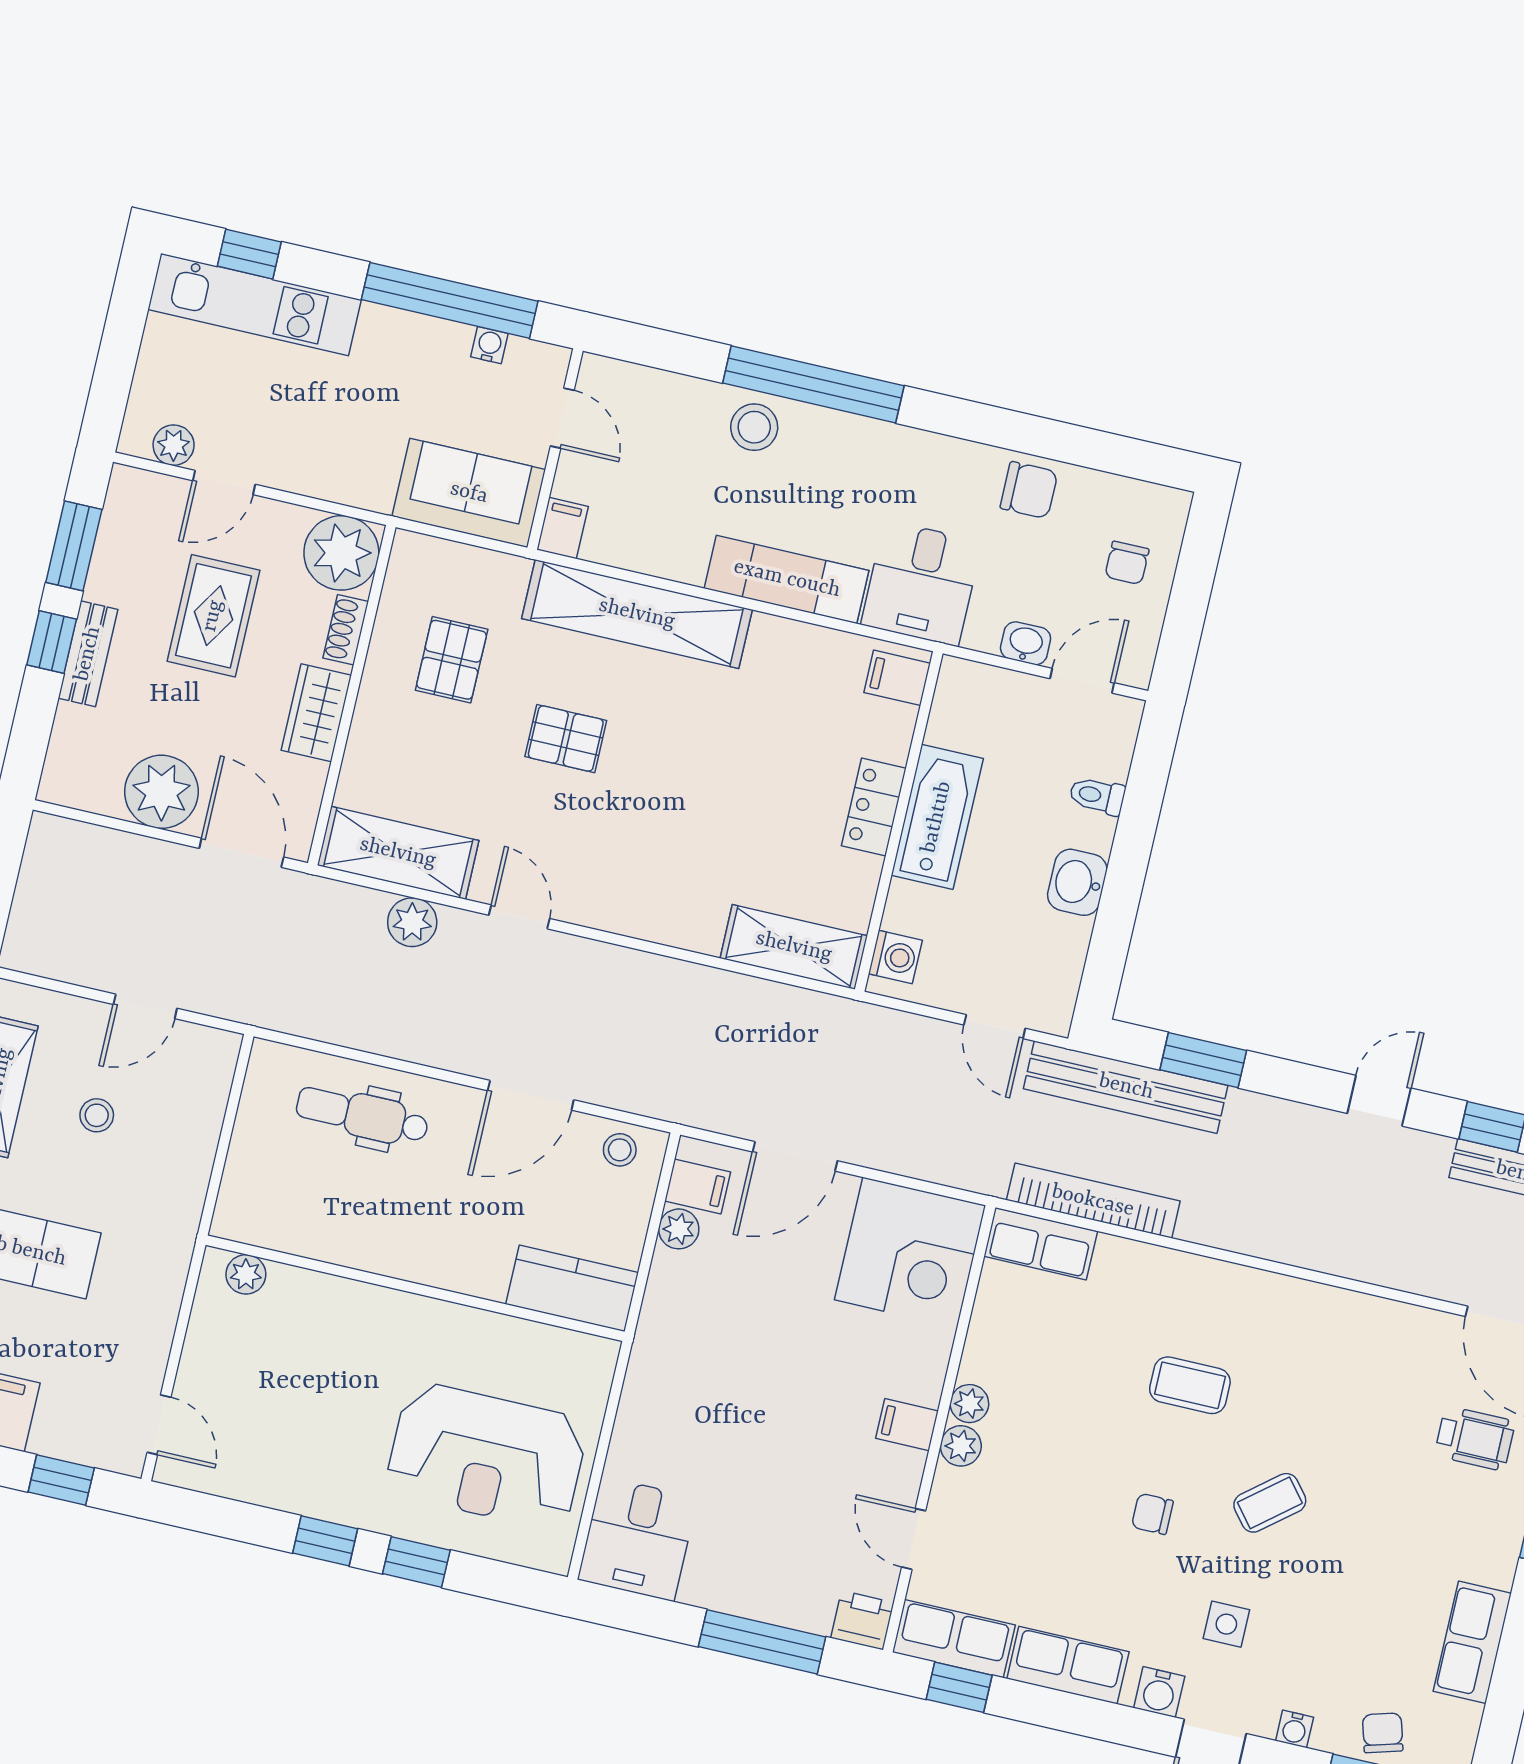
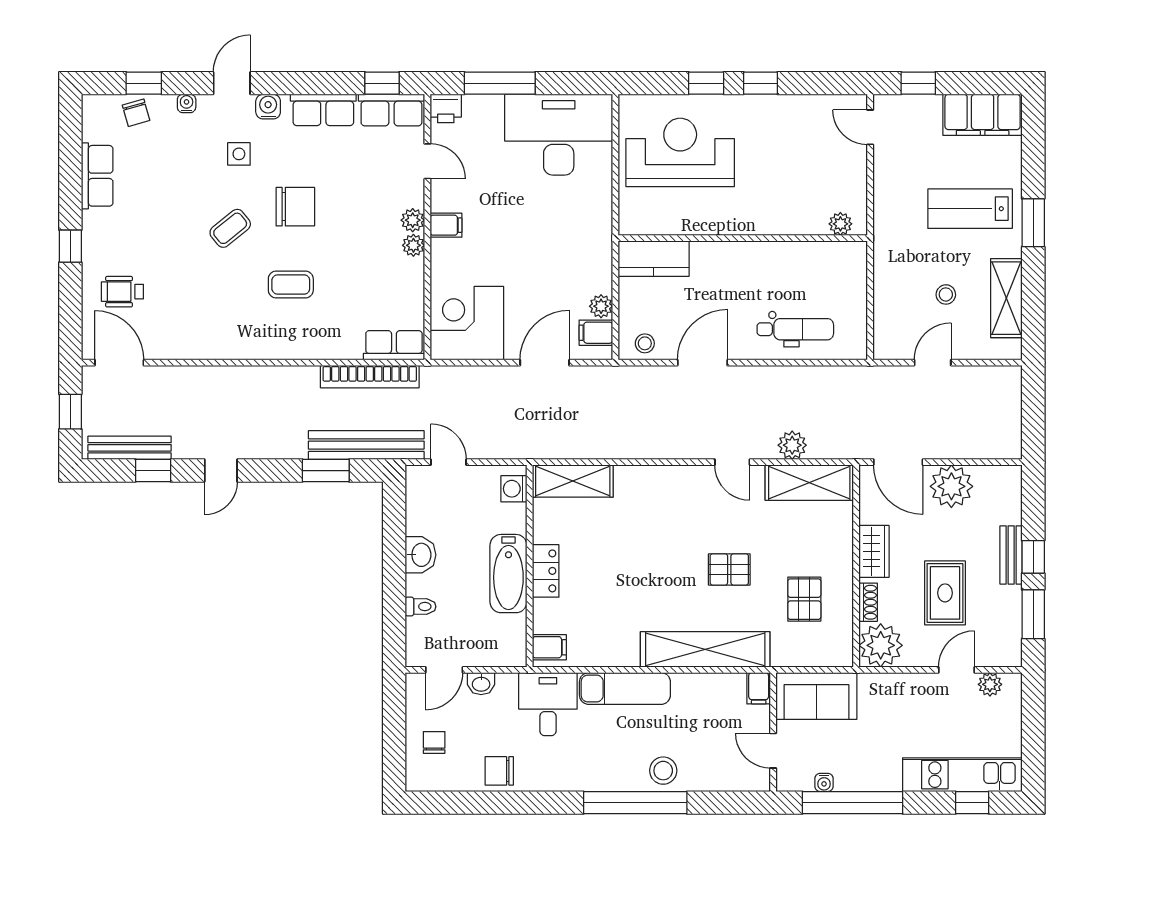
chair: (1152, 1514) -> (295, 207), width x1.87, depth x1.87
desk: (638, 1539) -> (559, 135), width x1.87, depth x1.30

